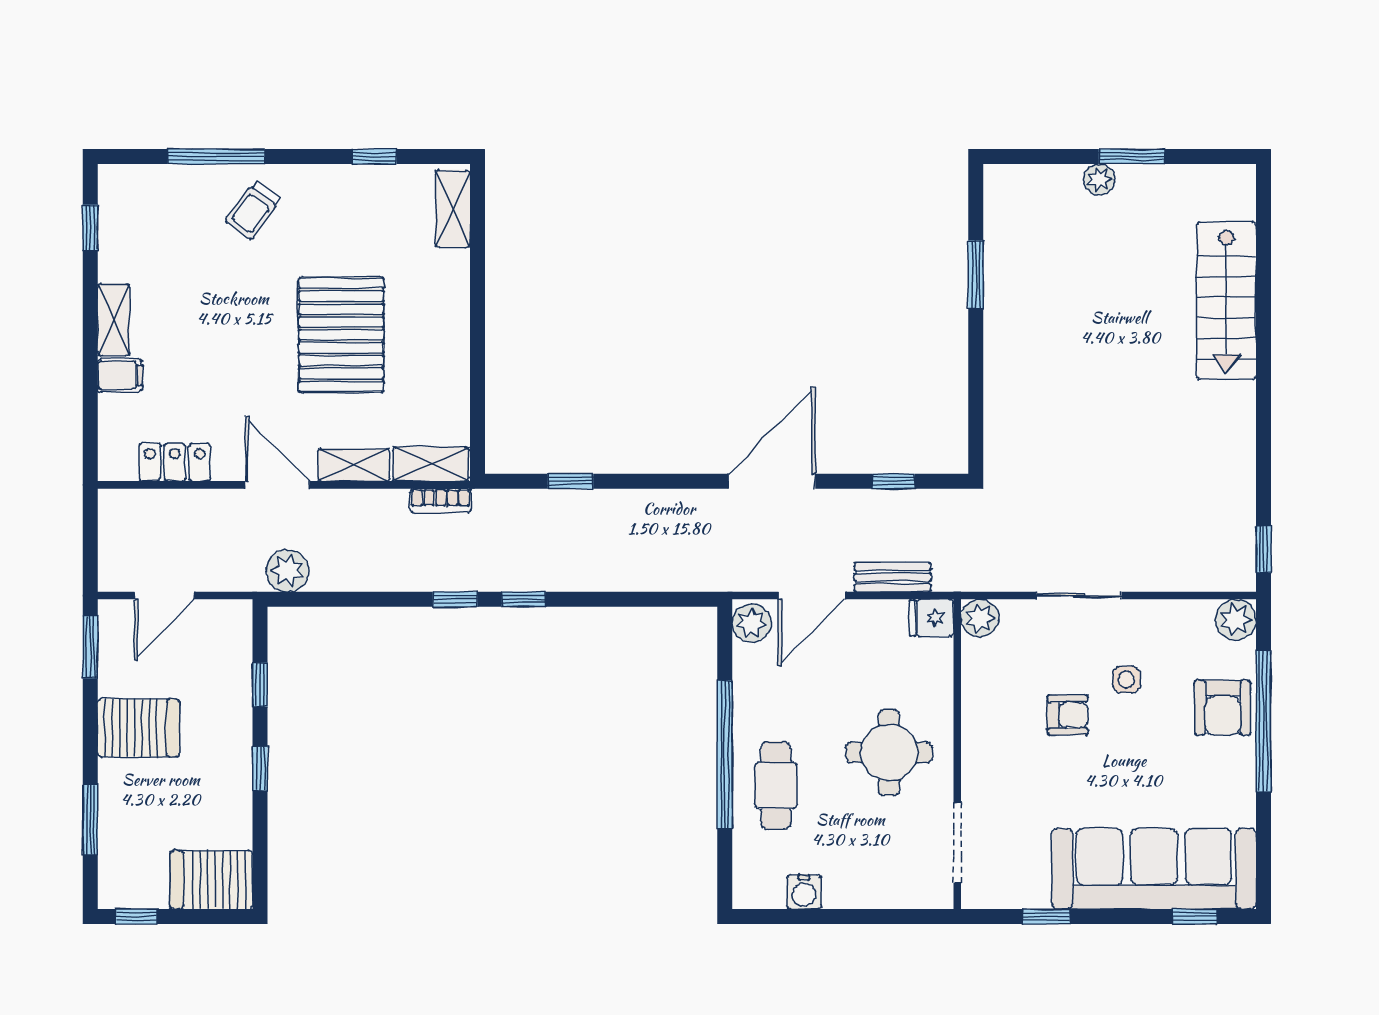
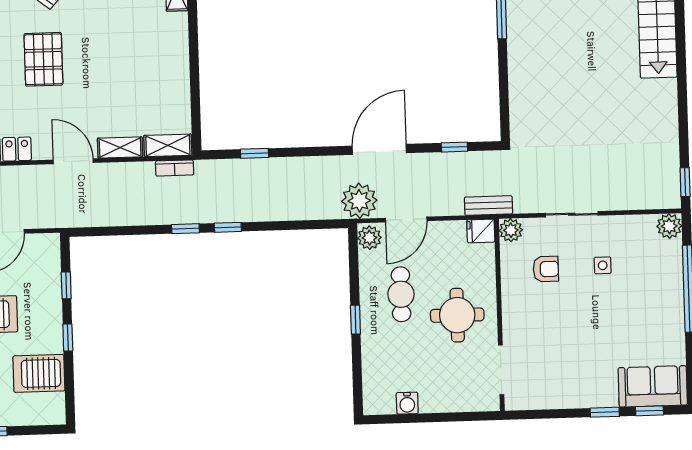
pallet: (341, 335) -> (43, 59), moved, width x0.73, depth x0.71
plant: (288, 571) -> (359, 201), moved, width x1.36, depth x1.36
bench: (893, 577) -> (488, 205), moved
armchair: (1223, 708) -> (663, 281), removed
armchair: (1068, 715) -> (546, 269), moved
window: (725, 755) -> (355, 320), width x0.32
cafe table: (776, 785) -> (401, 294), moved
sofa: (1154, 869) -> (653, 386), width x0.54, depth x0.79
server rack: (211, 880) -> (39, 373), moved
window: (1046, 917) -> (605, 412), moved

